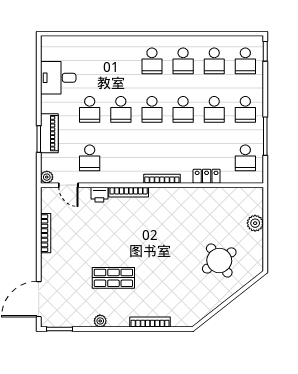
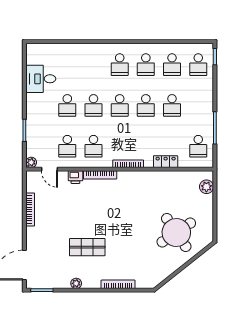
school desk: (245, 109) -> (93, 146), moved
piano: (49, 133) -> (33, 125), removed
plant: (255, 223) -> (206, 187), moved
round table: (219, 260) -> (176, 232), width x1.36, depth x1.36

